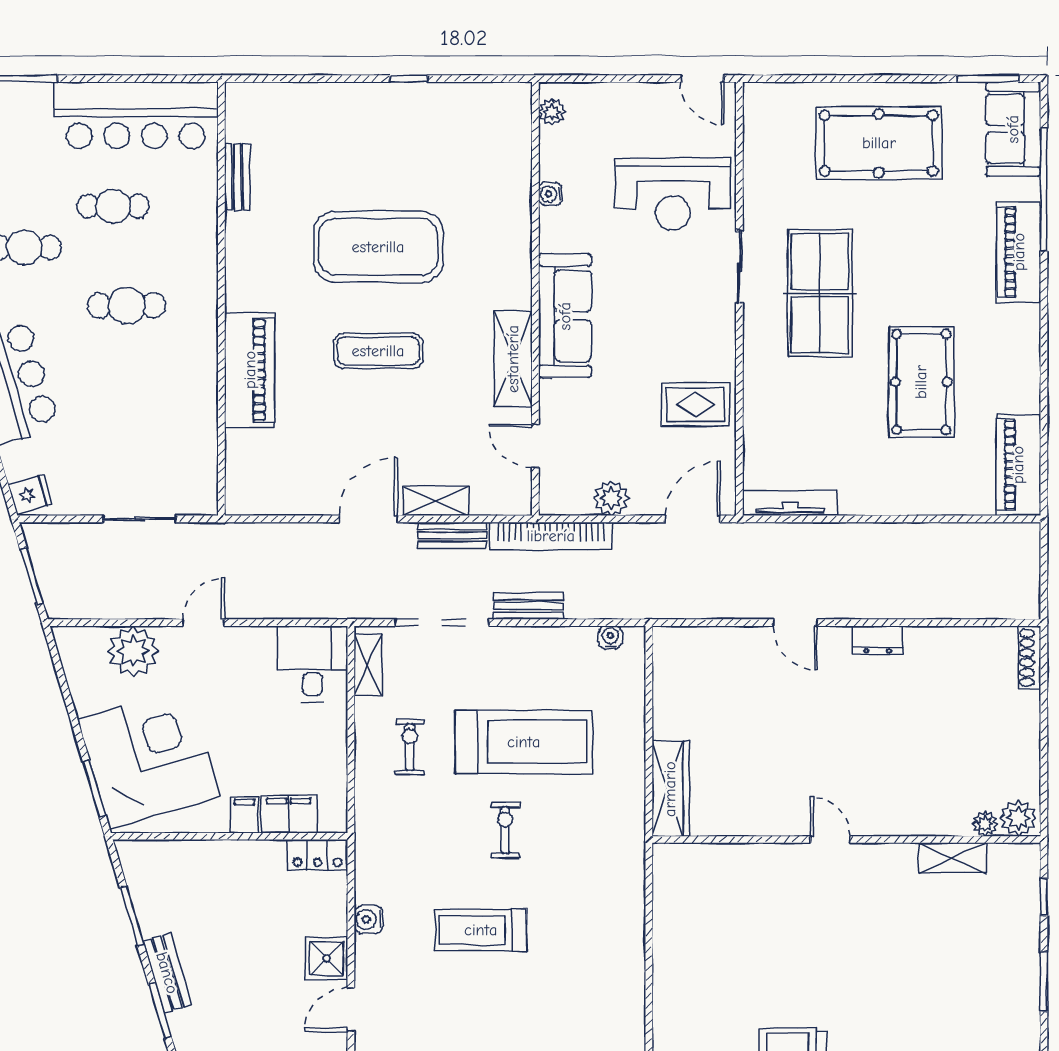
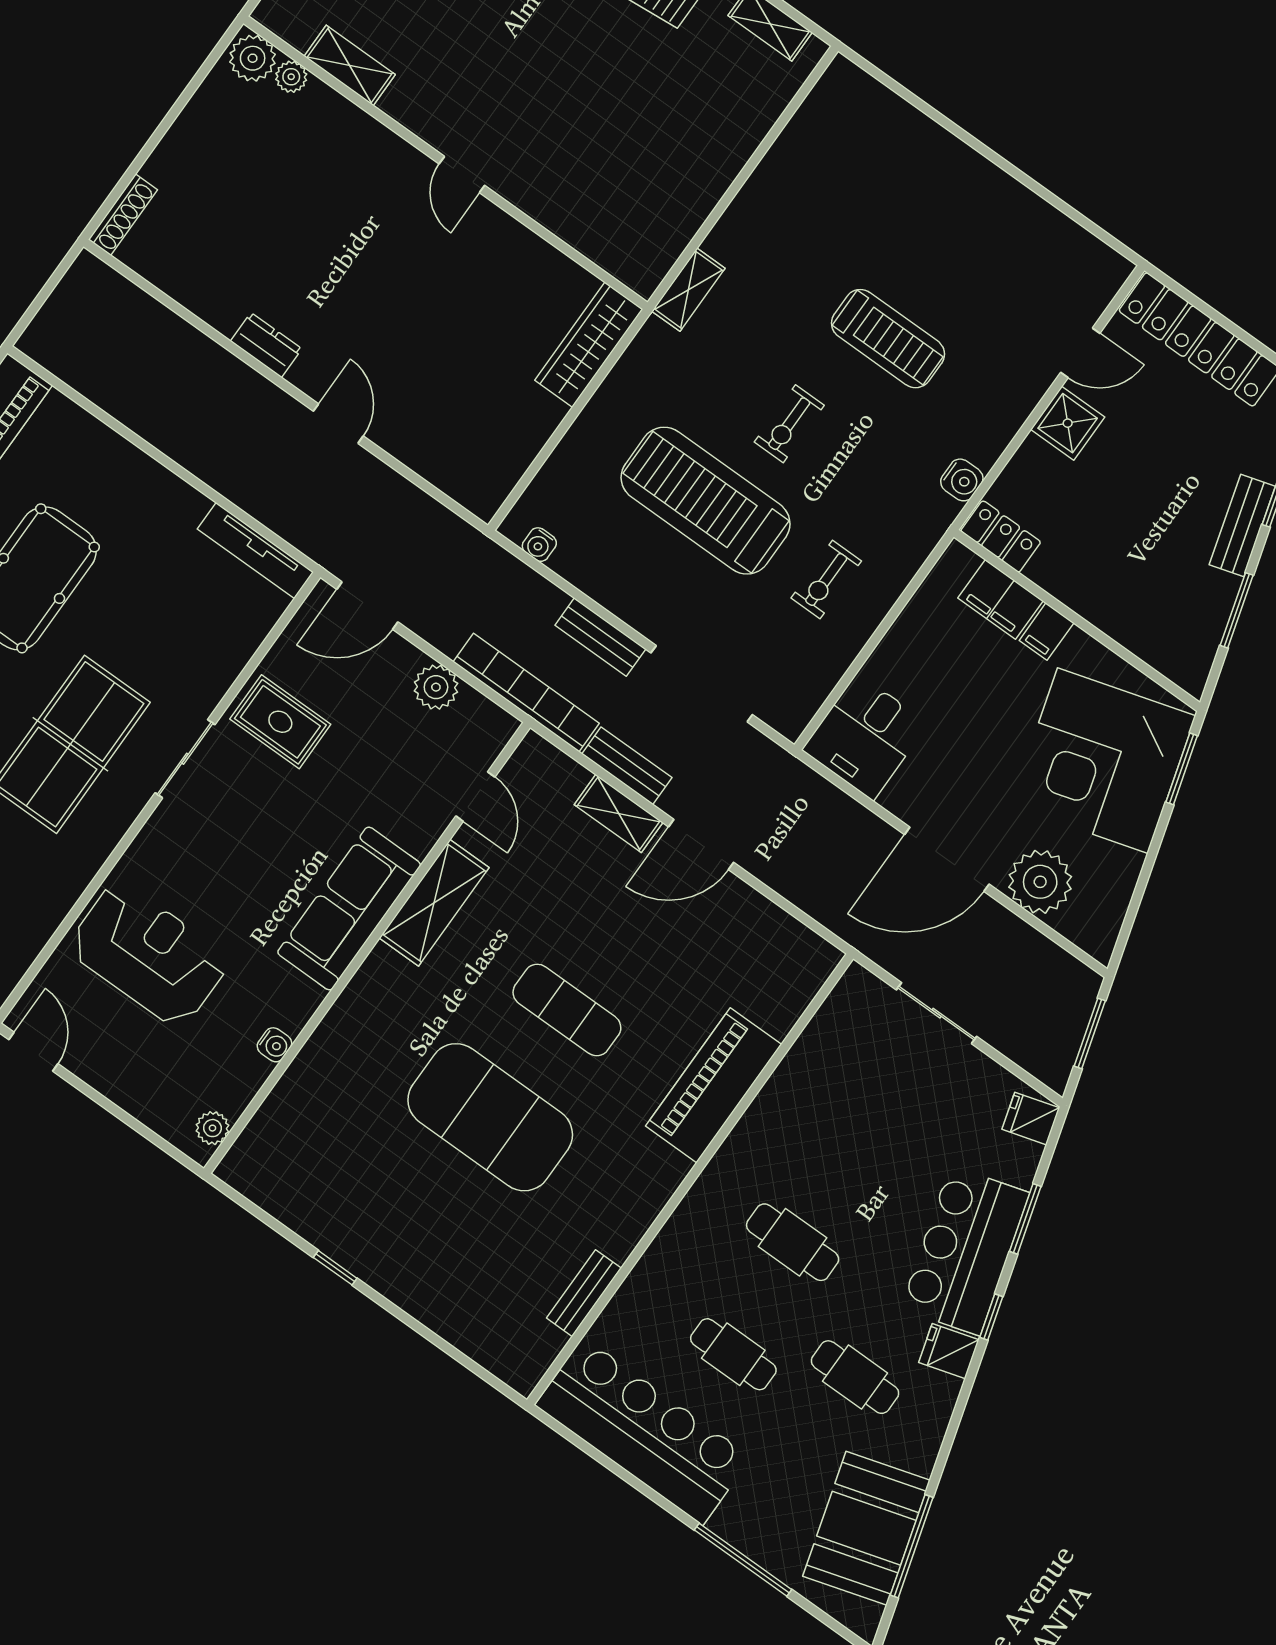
sliding door: (739, 267) -> (185, 759), moved
door: (204, 623) -> (947, 859), width x1.88
shelving: (368, 665) -> (688, 290), moved
water cooler: (368, 920) -> (962, 480), moved

